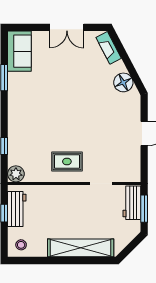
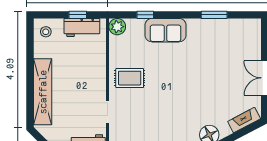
sofa: (19, 51) -> (166, 30), moved
rug: (67, 161) -> (130, 78), turned 90

